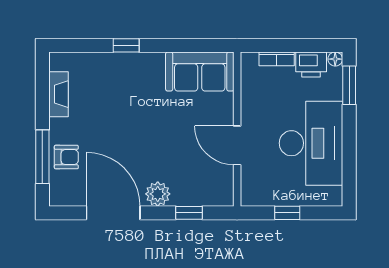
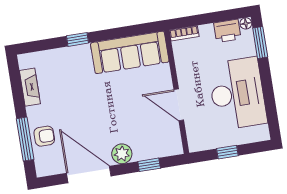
bookcase: (277, 59) -> (184, 33), moved
sofa: (200, 72) -> (130, 52), width x1.36

